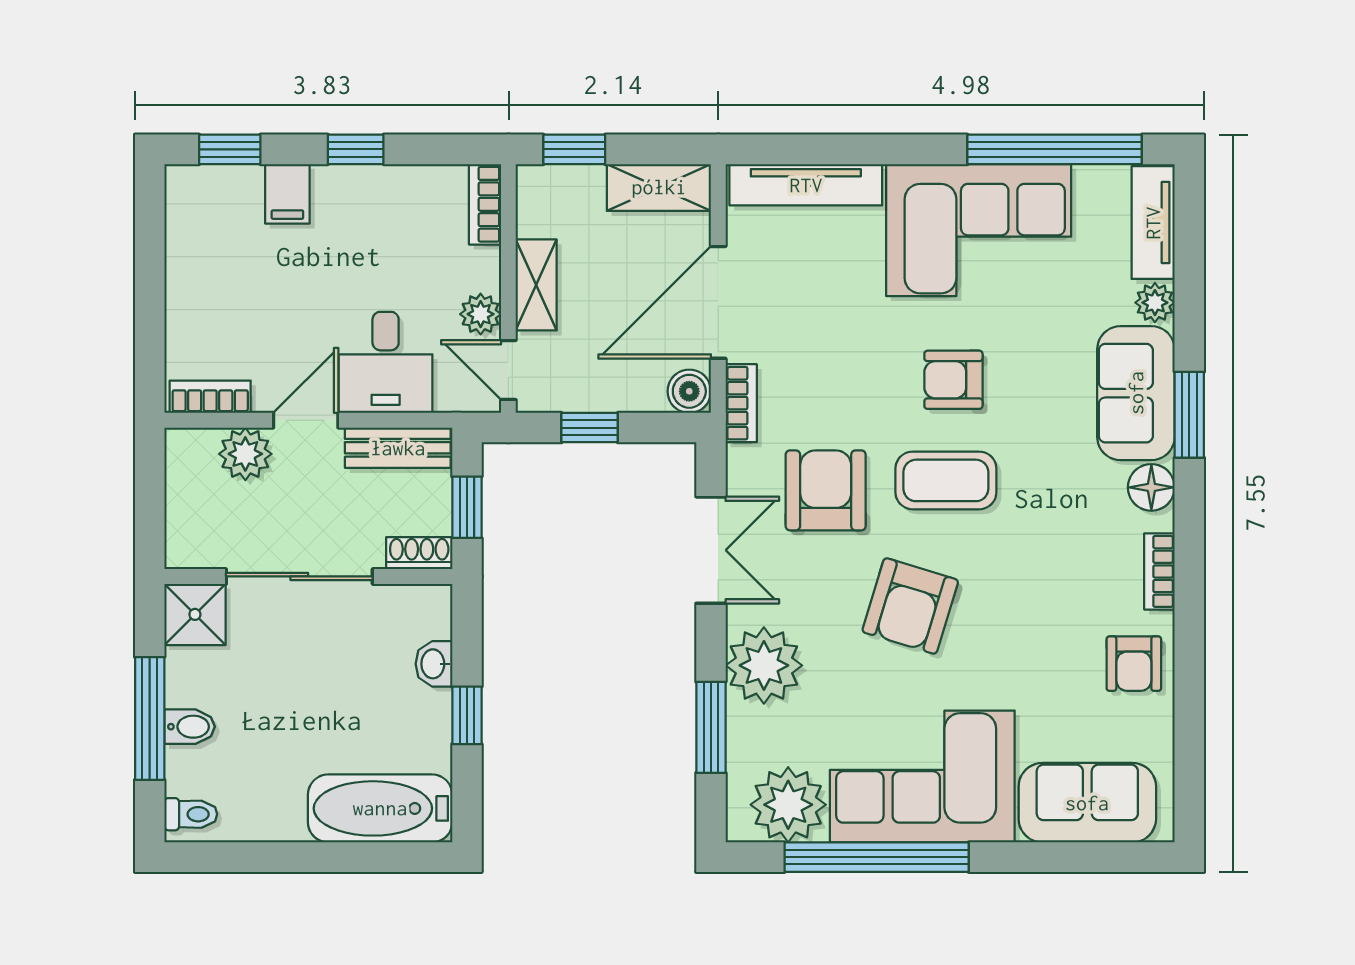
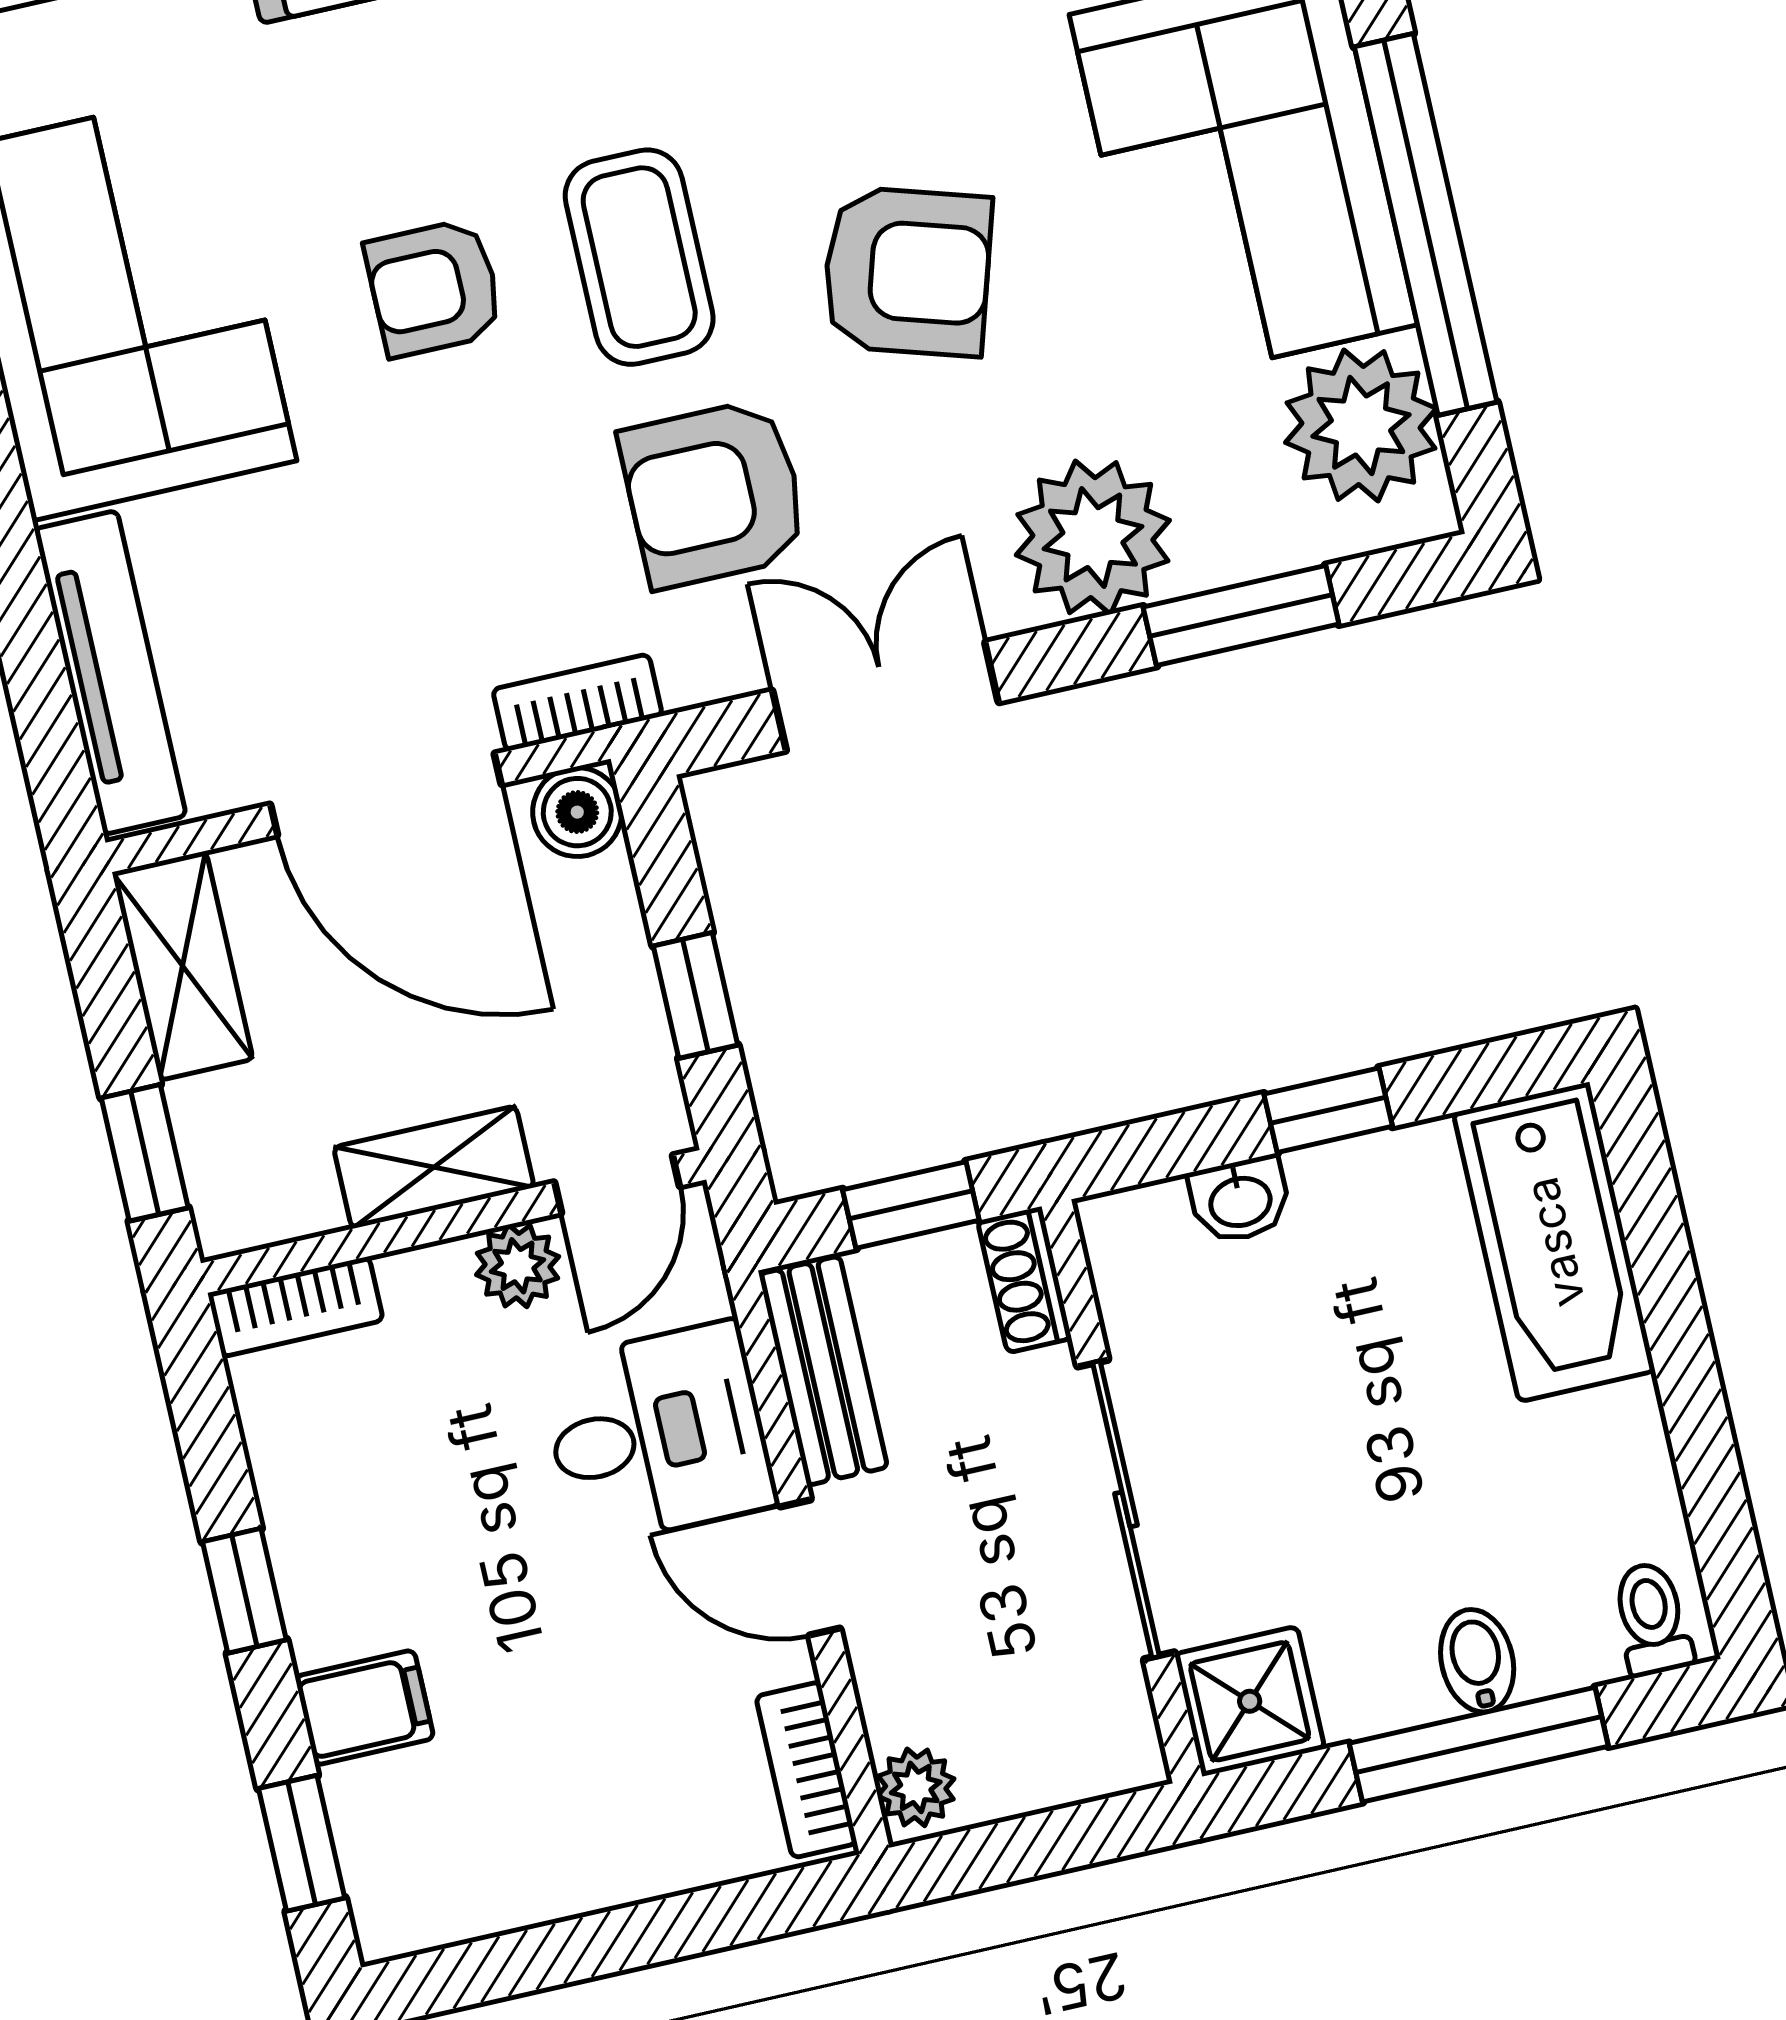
armchair: (953, 380) -> (434, 288), turned 90
plant: (245, 454) -> (916, 1787), moved, width x0.73, depth x0.73

